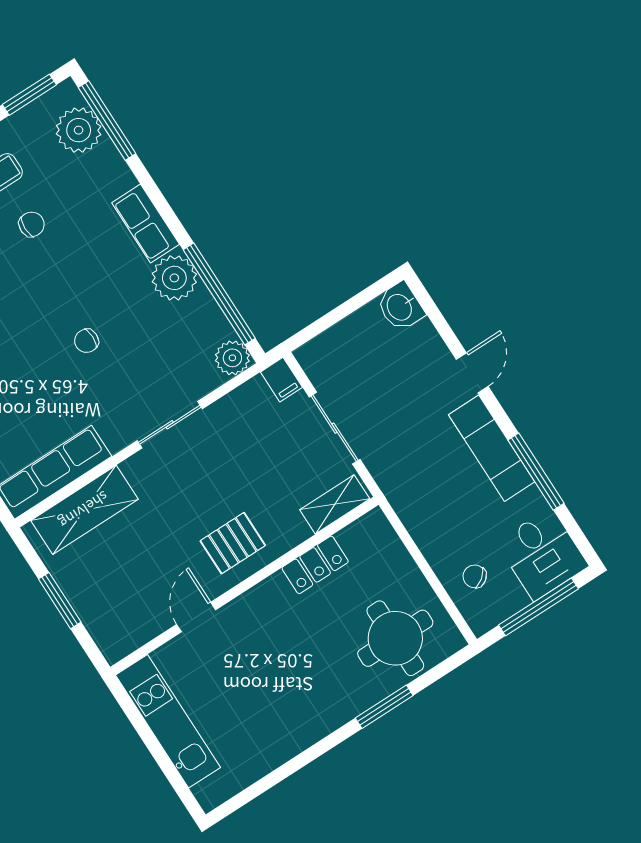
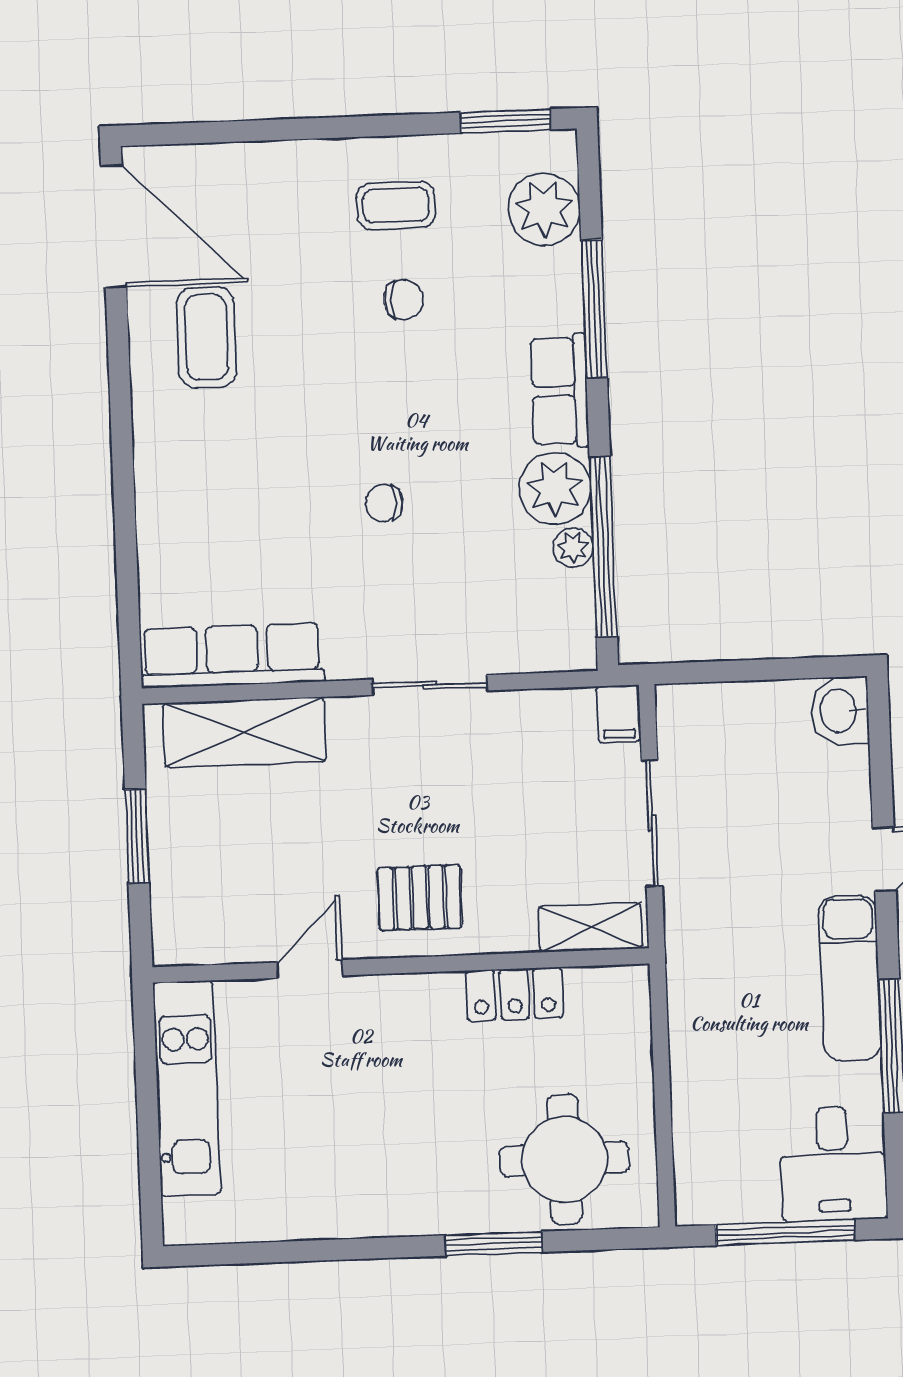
window: (107, 121) -> (594, 309), moved
plant: (232, 358) -> (573, 548), moved, width x0.73, depth x0.73
chair: (475, 576) -> (723, 1139), removed

